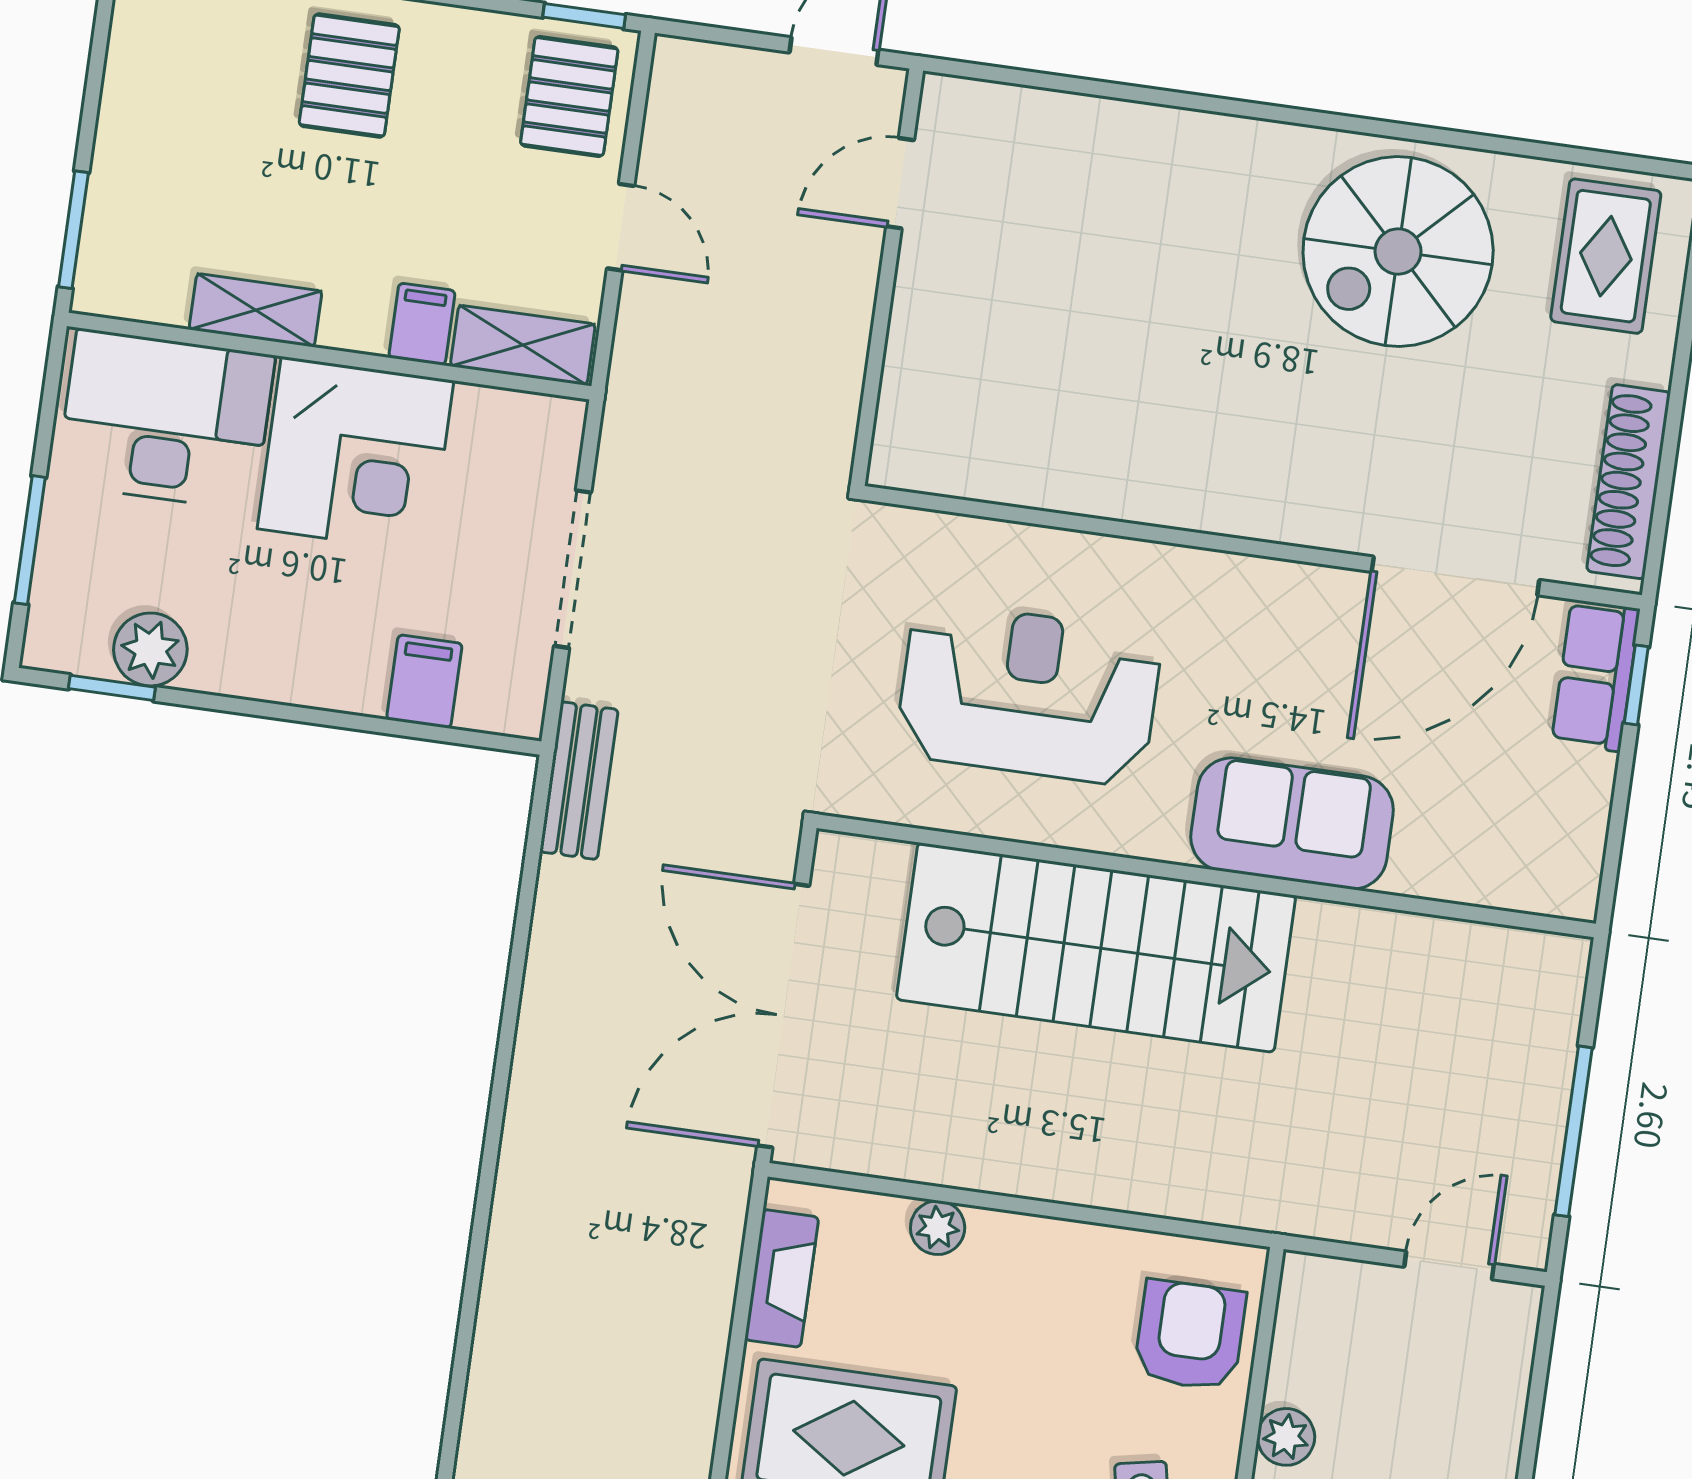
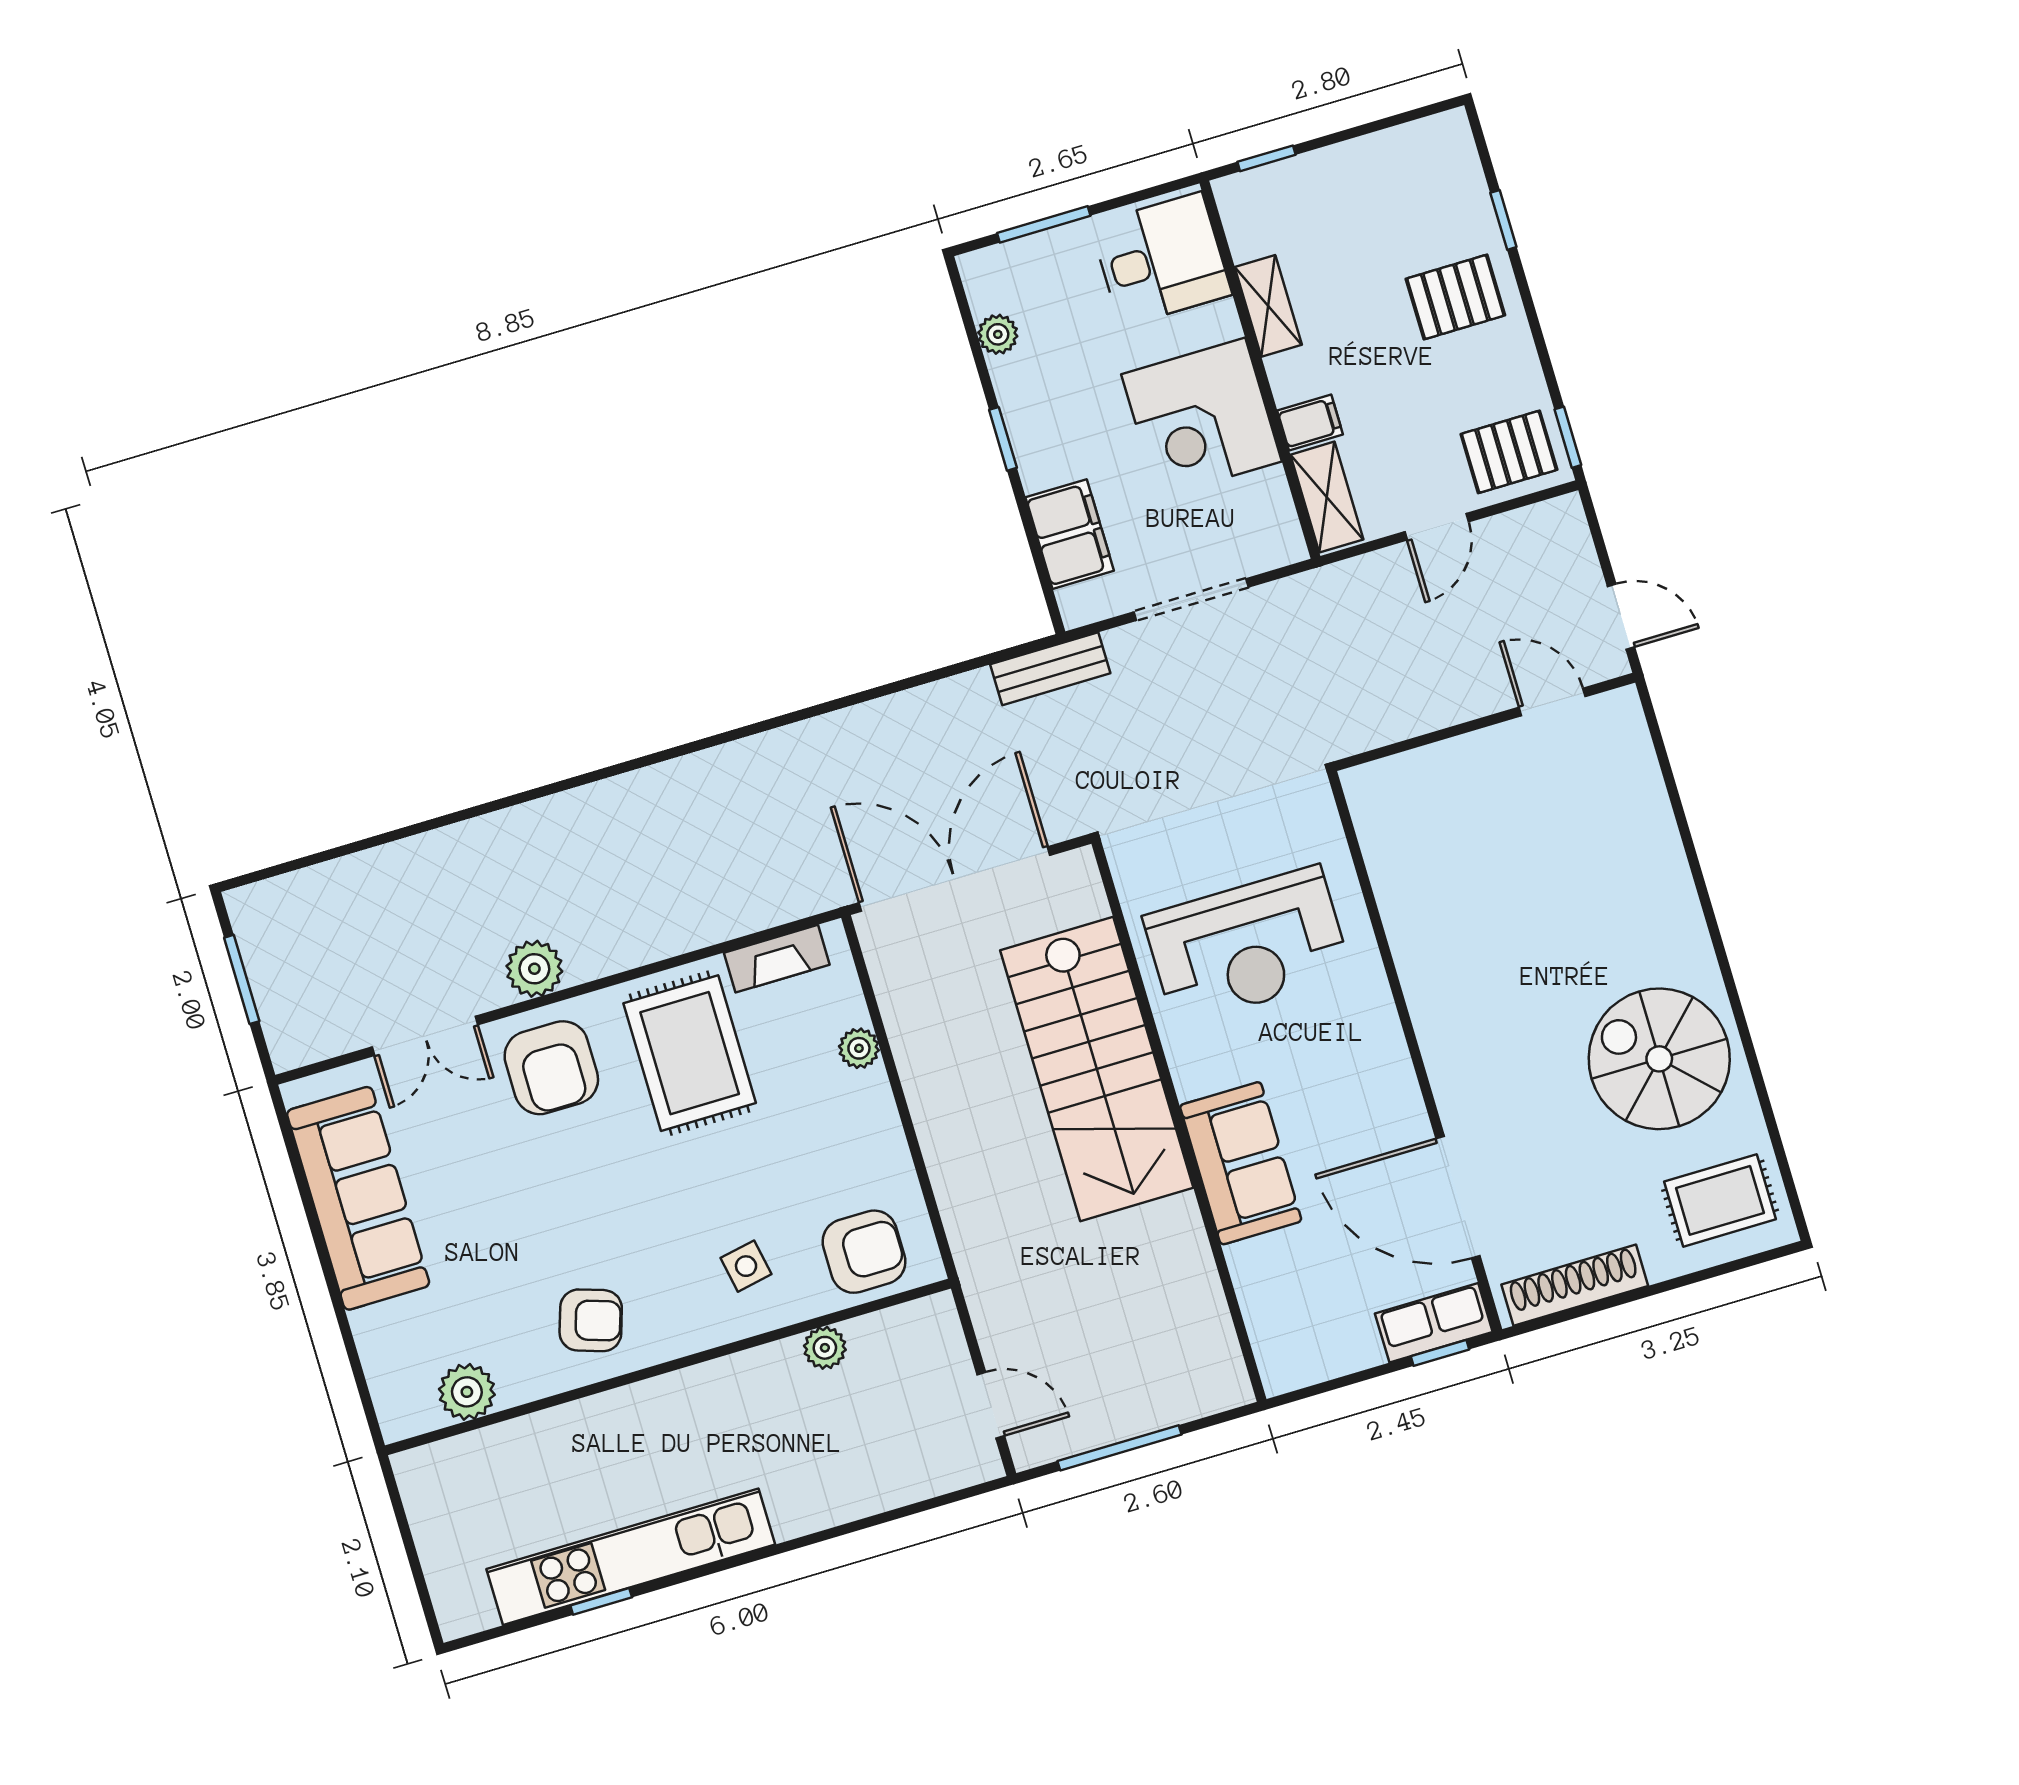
window: (73, 230) -> (1267, 158), width x0.67
desk: (165, 420) -> (1161, 259), width x0.73
plant: (150, 649) -> (998, 334), width x0.73, depth x0.73
filing cabinet: (424, 681) -> (1070, 534), width x2.00
window: (112, 688) -> (1003, 439), moved
reception desk: (1029, 694) -> (1247, 946), turned 90

